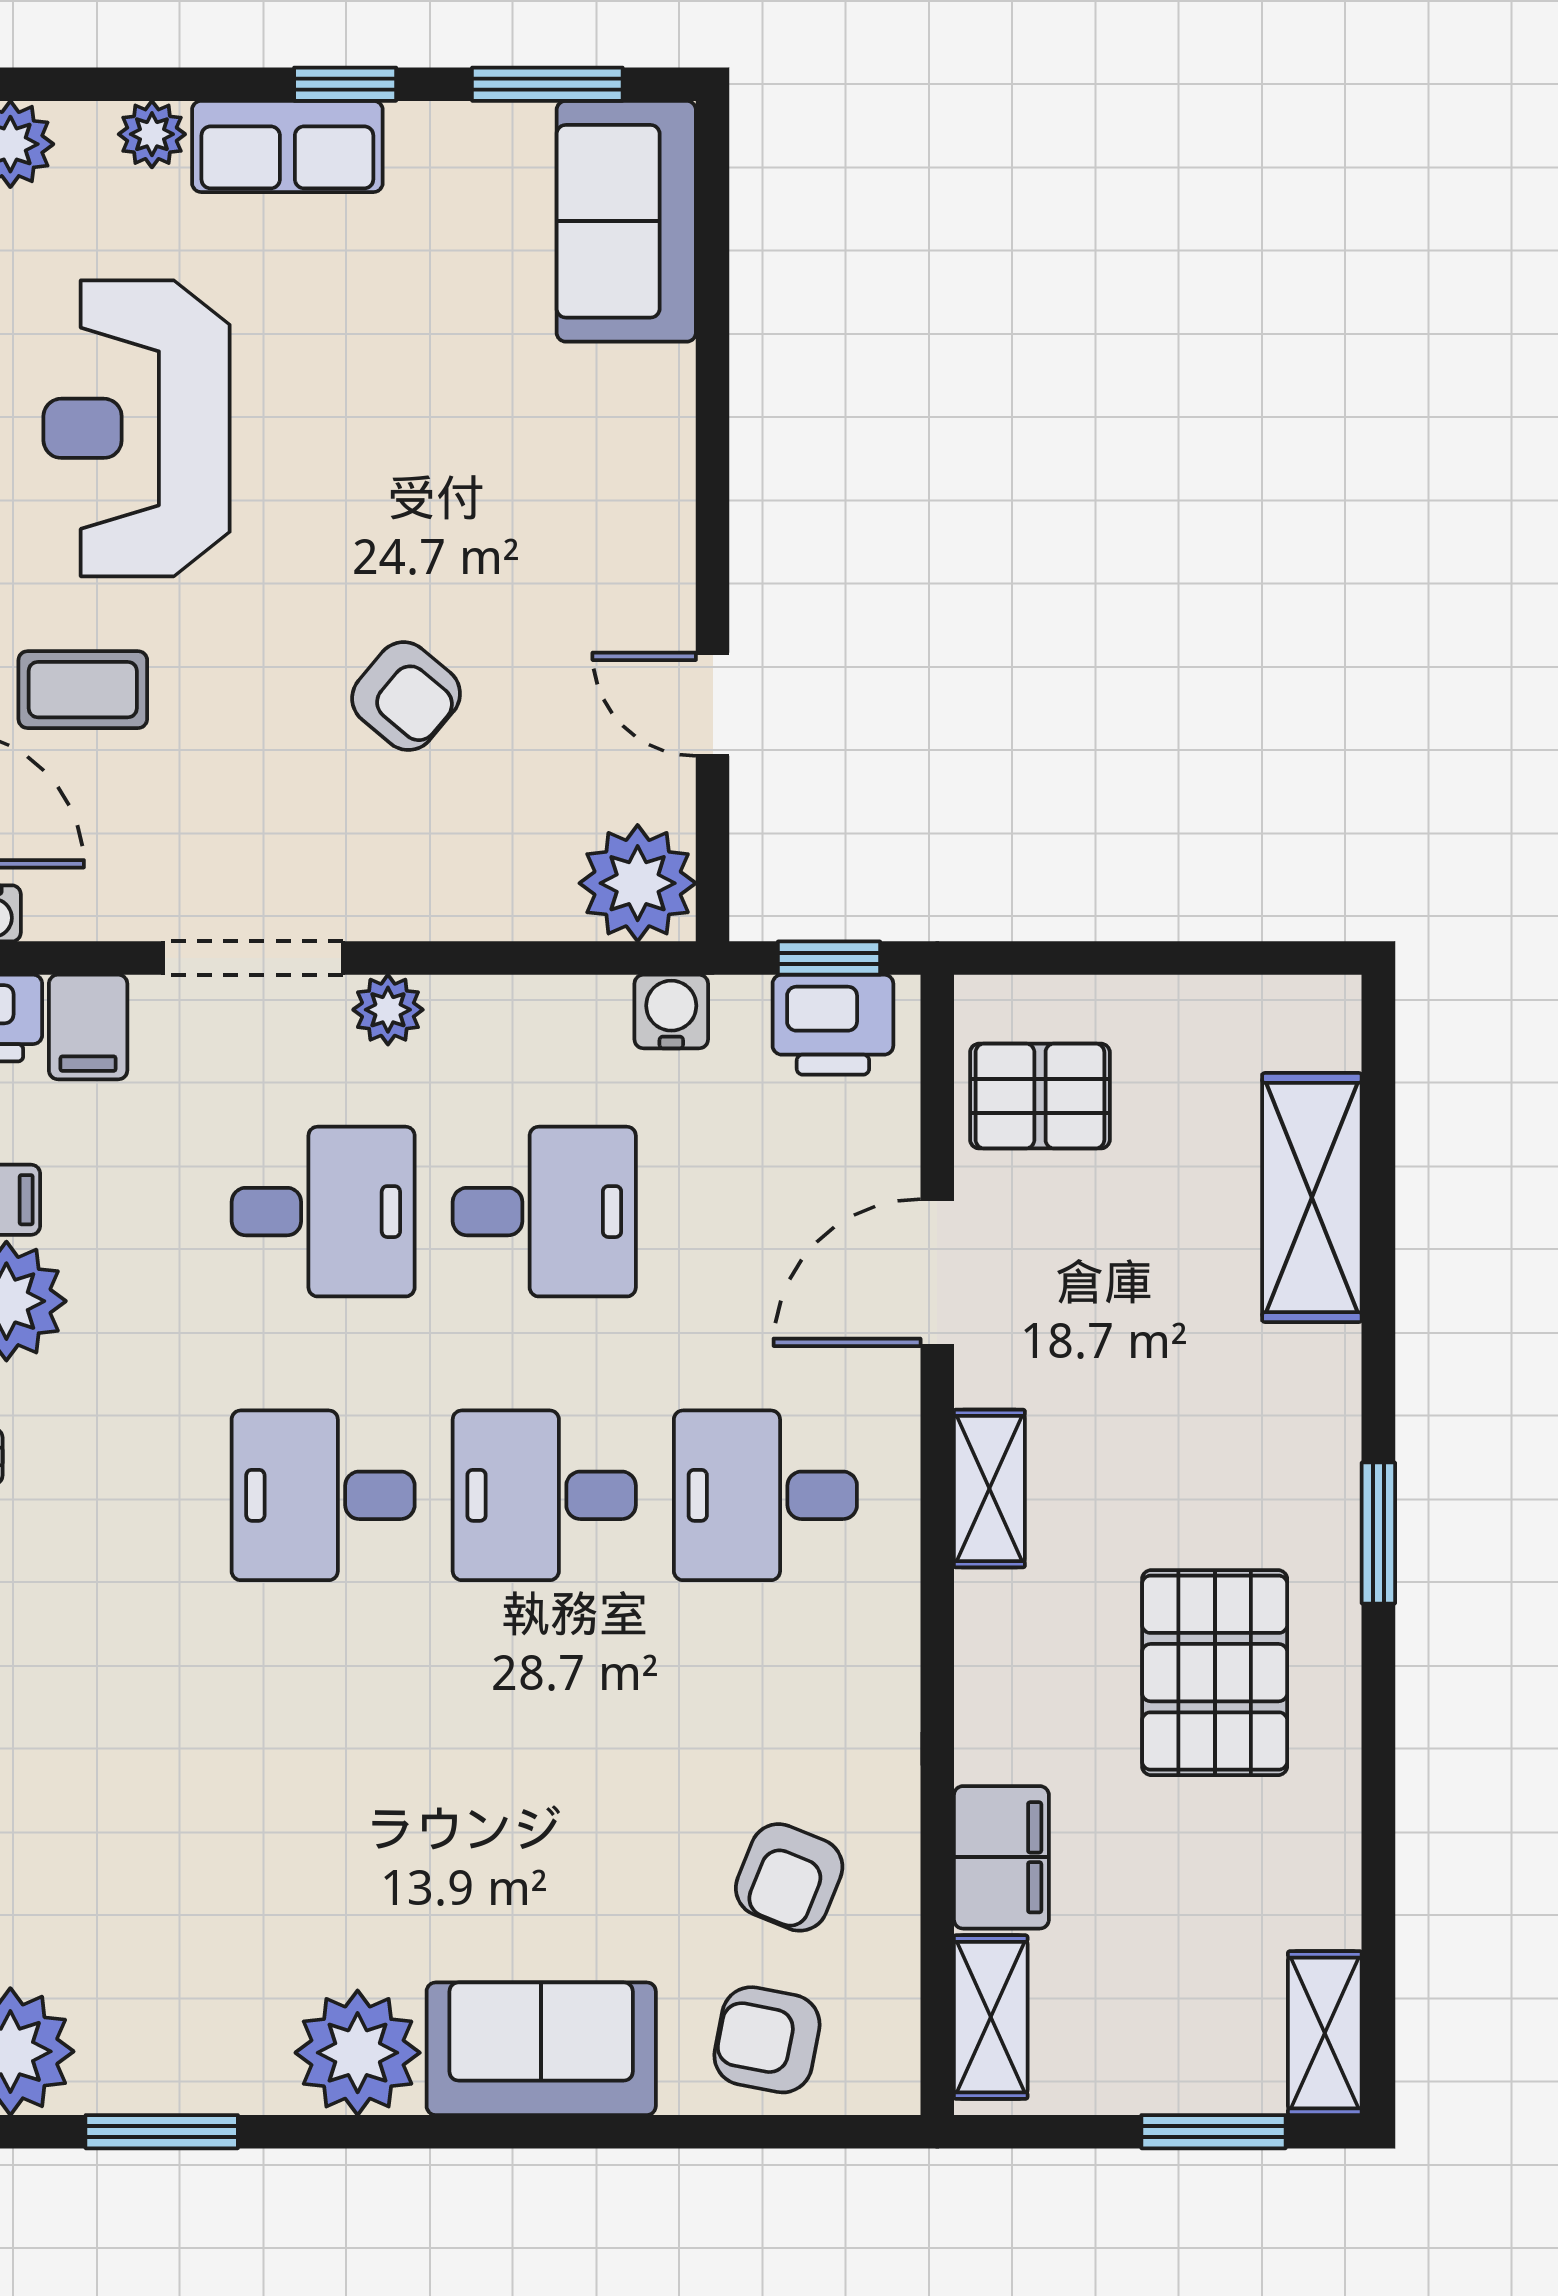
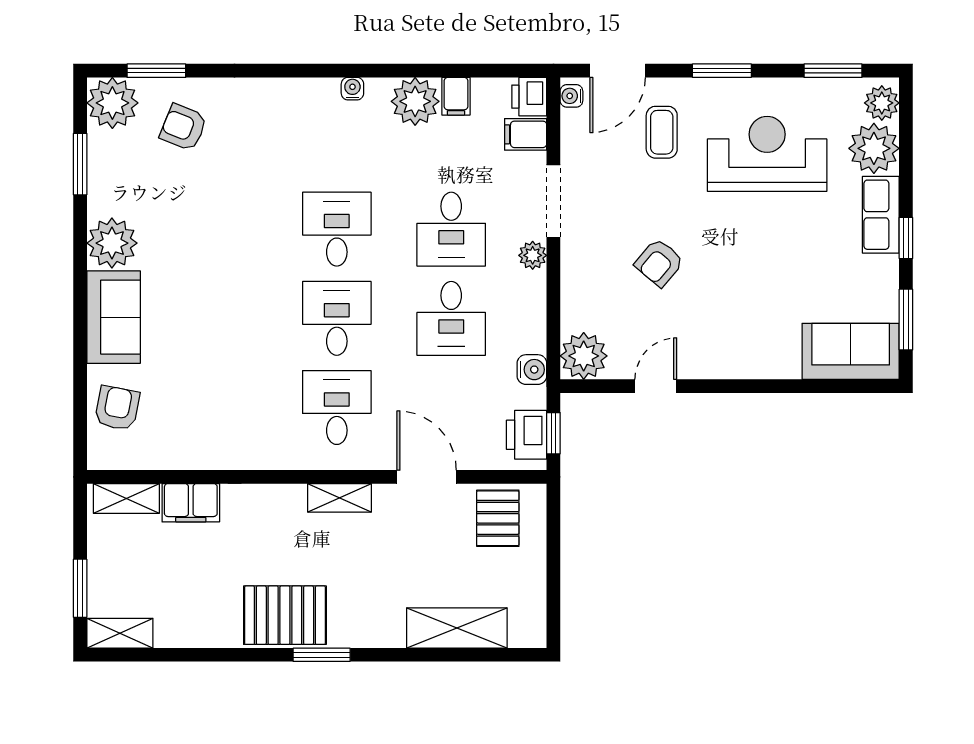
plant: (152, 134) -> (874, 148), width x1.87, depth x1.87
pallet: (1215, 1673) -> (285, 615), moved
armchair: (789, 1877) -> (183, 127), moved

